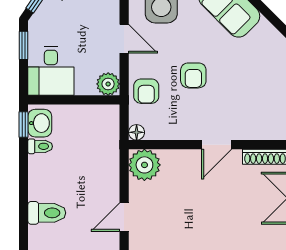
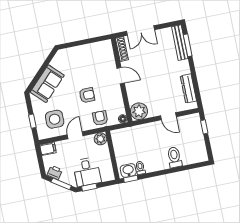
desk: (51, 71) -> (87, 172), moved, turned 90
armchair: (146, 91) -> (100, 118), turned -90

